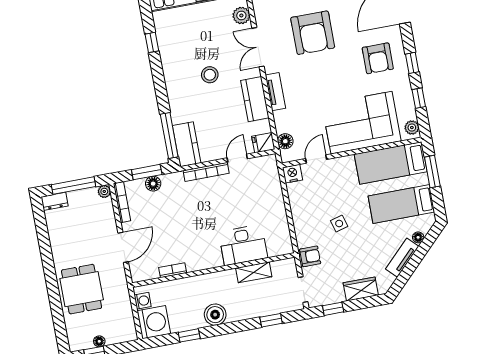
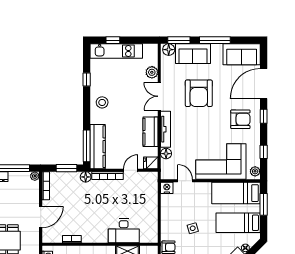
armchair: (378, 58) -> (240, 119), turned -90
window: (412, 63) -> (264, 116), moved
stool: (210, 75) -> (102, 102), moved
tv unit: (275, 92) -> (166, 129), width x1.41
floor lamp: (285, 141) -> (166, 154), moved
kitchen counter: (187, 144) -> (98, 147), width x1.50
door: (316, 159) -> (185, 181), hinge flipped
floor lamp: (153, 184) -> (86, 177), moved

